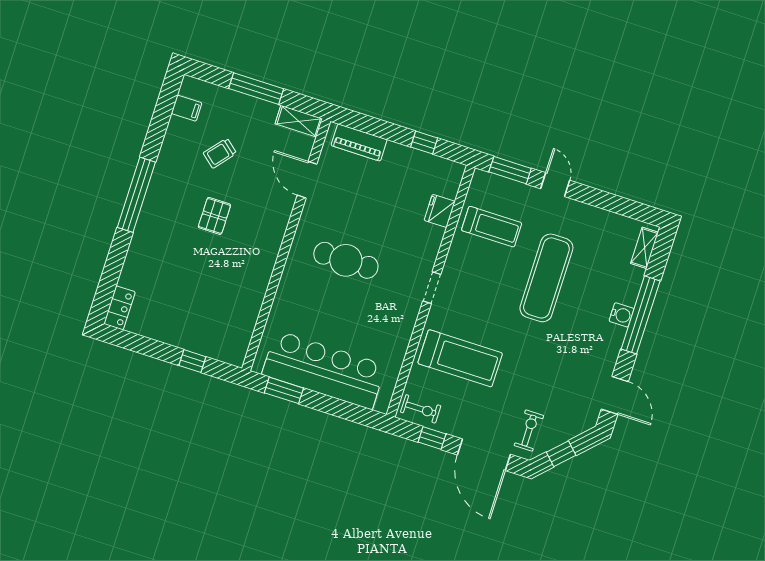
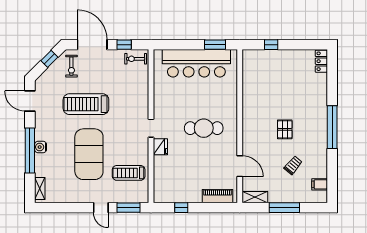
fridge: (440, 211) -> (160, 147), moved
exercise mat: (546, 278) -> (89, 154), width x1.47
treadmill: (460, 358) -> (86, 104), moved

